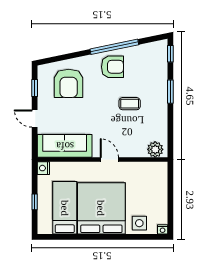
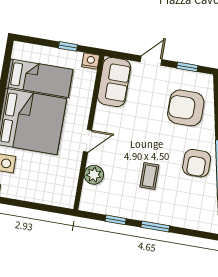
window: (170, 54) -> (116, 220), moved
sofa: (65, 146) -> (114, 82), width x0.73
plant: (155, 149) -> (94, 175), moved
window: (35, 202) -> (68, 46), moved

